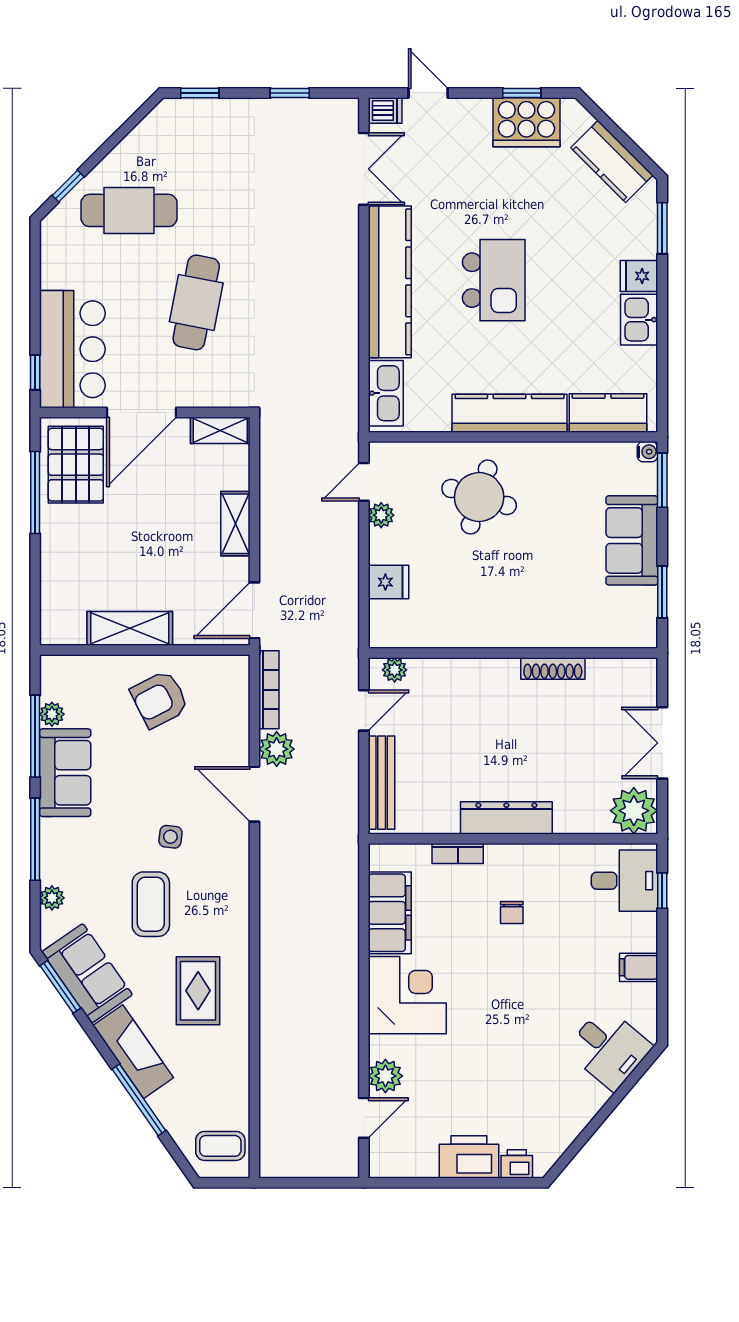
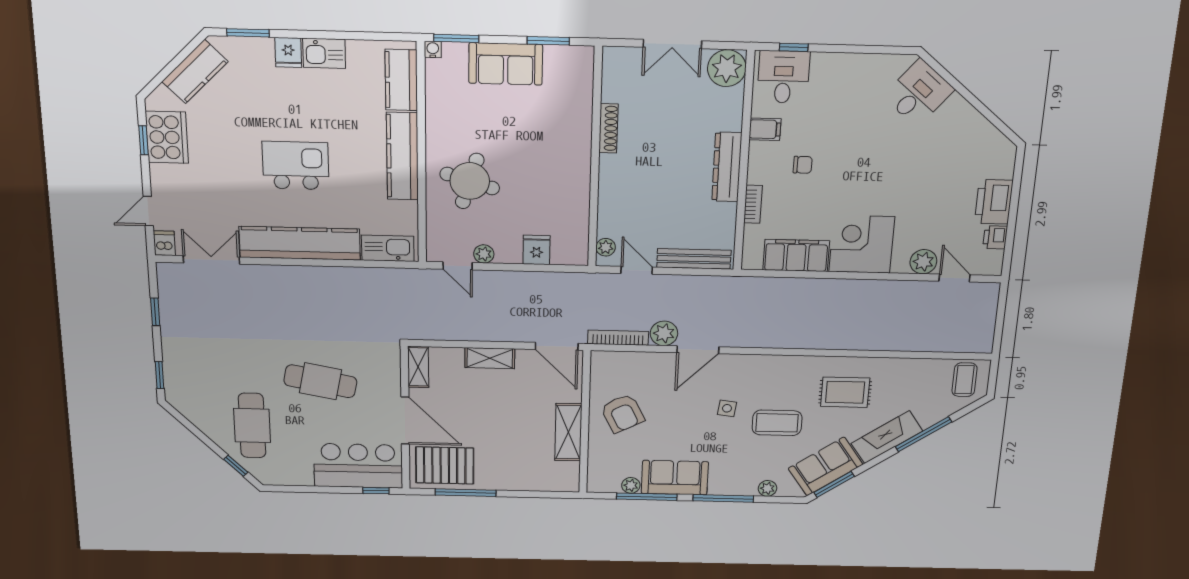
filing cabinet: (639, 967) -> (765, 129), moved, turned -90
printer: (517, 1164) -> (995, 237), moved

